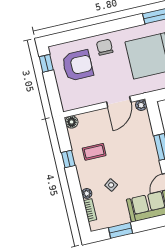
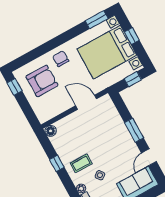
door: (119, 102) -> (86, 102), swing flipped
plant: (141, 105) -> (106, 99), removed
coffee table: (94, 152) -> (81, 163), moved

